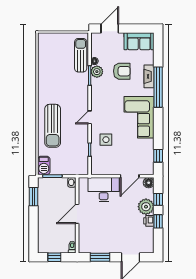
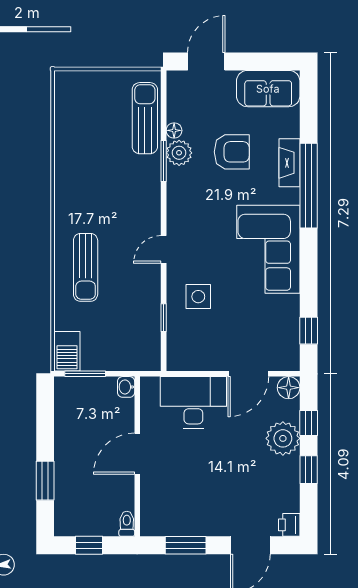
sun lounger: (53, 126) -> (86, 267), width x0.73, depth x0.75
window: (34, 197) -> (45, 481), moved
printer: (149, 221) -> (289, 525), moved

